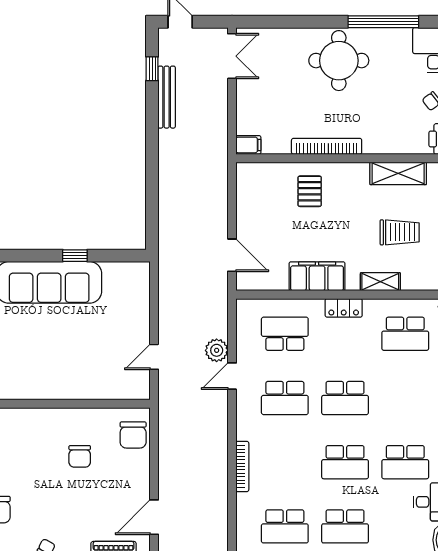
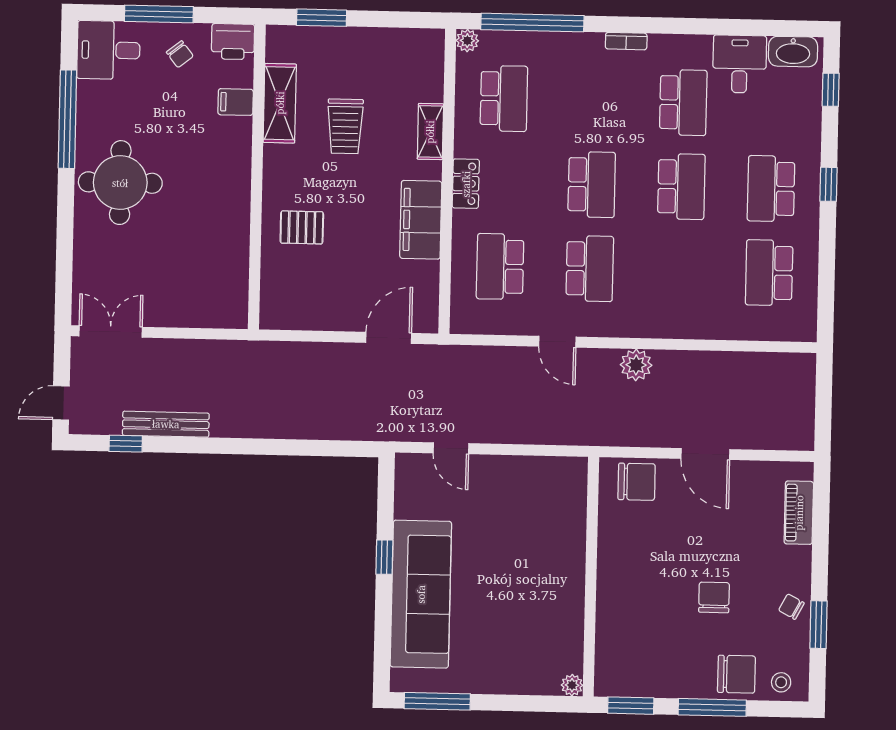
filing cabinet: (248, 145) -> (236, 102), moved, turned -90
bookcase: (327, 146) -> (240, 202), removed
trolley: (400, 232) -> (345, 126), moved, turned 180
plant: (217, 350) -> (636, 365), moved
door: (154, 357) -> (451, 448), moved
chair: (80, 456) -> (714, 597), moved, turned -90
bookcase: (242, 466) -> (684, 330), removed
door: (154, 517) -> (705, 454), moved
school desk: (285, 526) -> (769, 273), turned 180
school desk: (345, 526) -> (771, 189), turned 180

